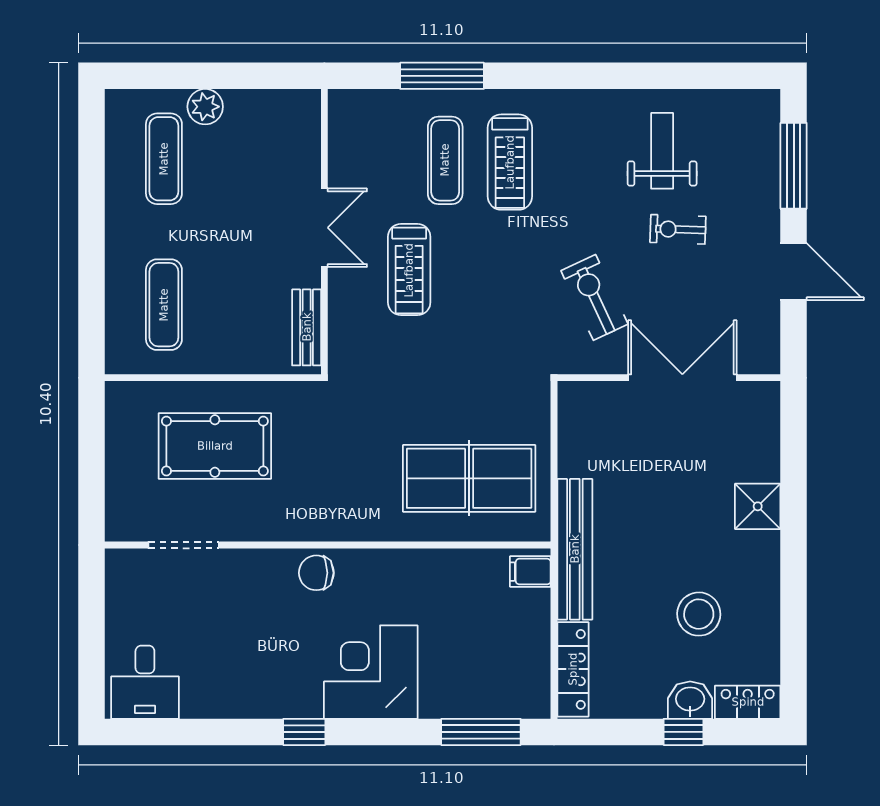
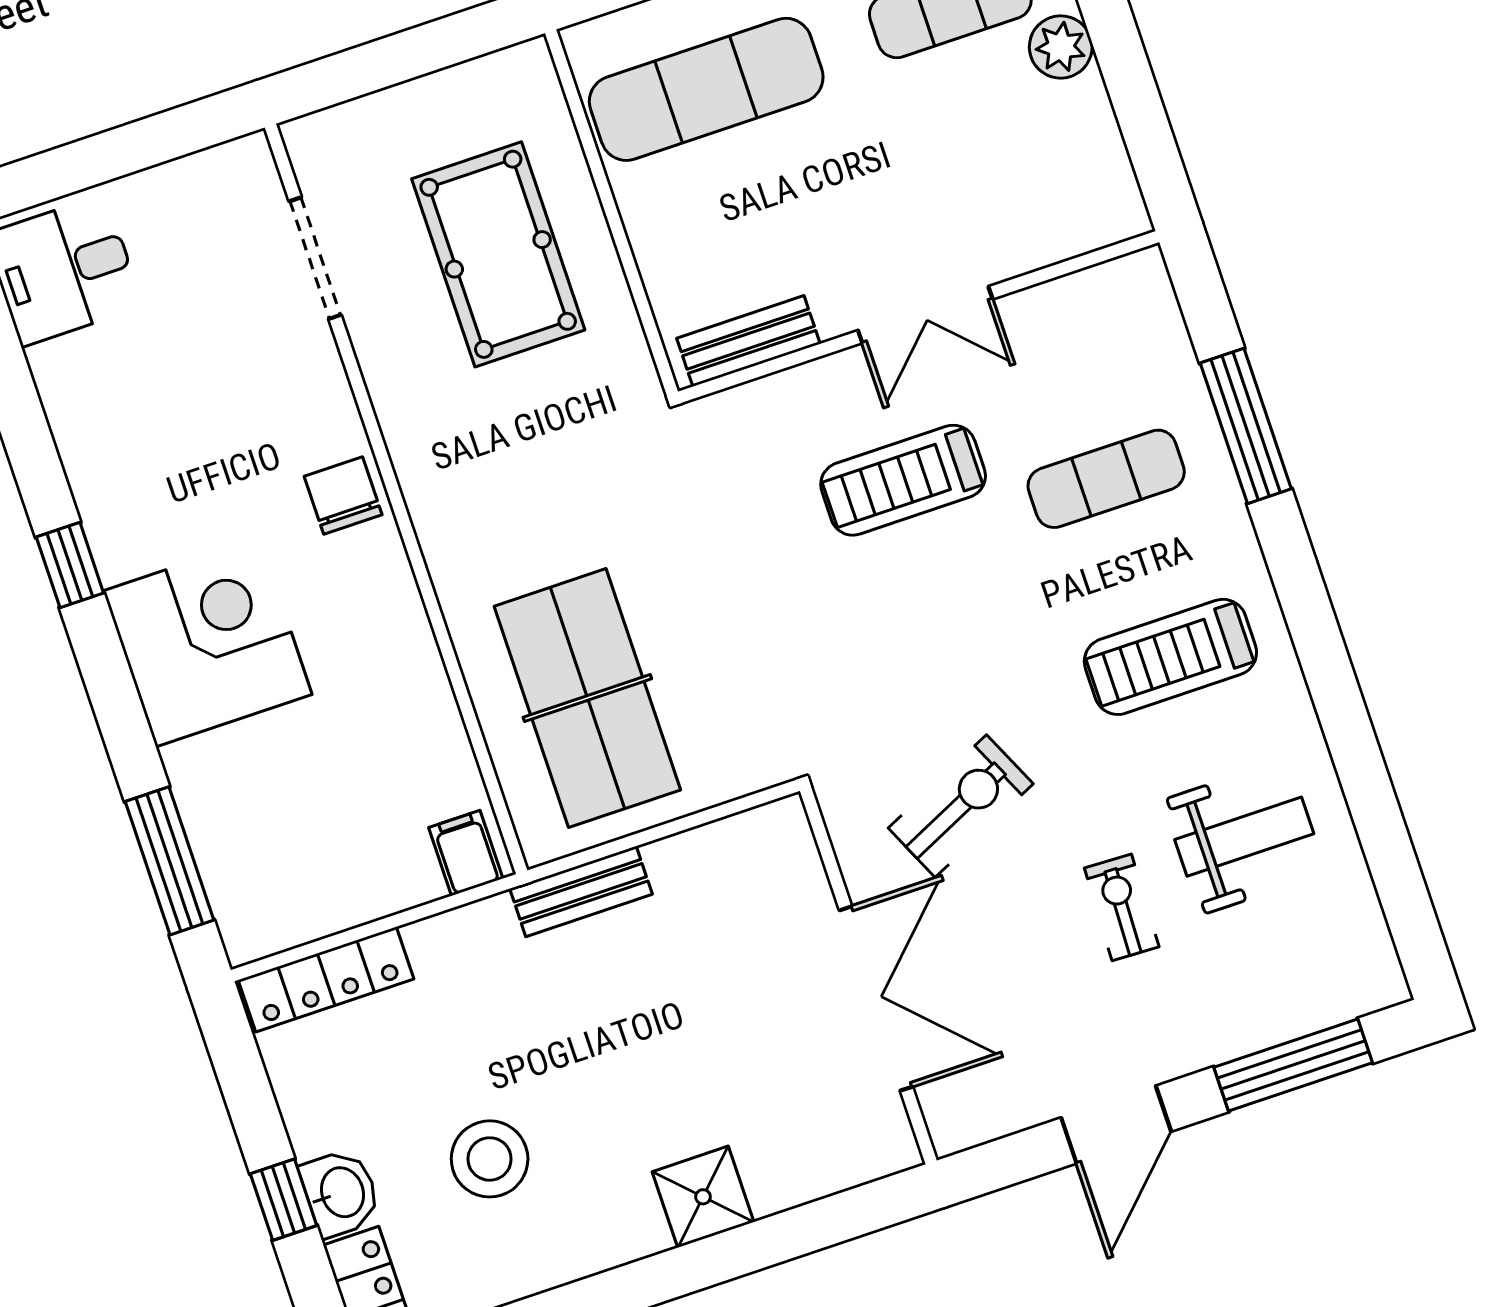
treadmill: (510, 162) -> (1170, 657), moved
exercise mat: (164, 305) -> (706, 89), width x1.36, depth x1.45
bench: (575, 549) -> (581, 891), width x0.54, depth x0.82

